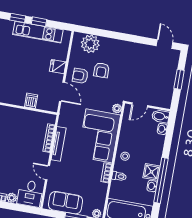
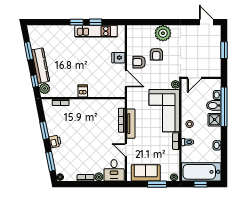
plant: (90, 44) -> (163, 33), moved
dishwasher: (31, 101) -> (83, 91), moved
bidet: (160, 116) -> (214, 105), moved
shower: (151, 172) -> (215, 120), moved
window: (161, 180) -> (224, 107), moved

